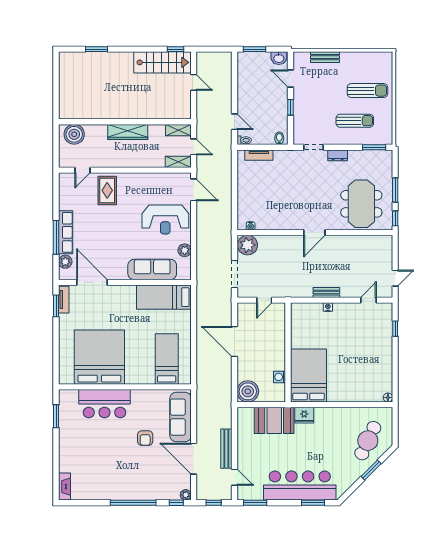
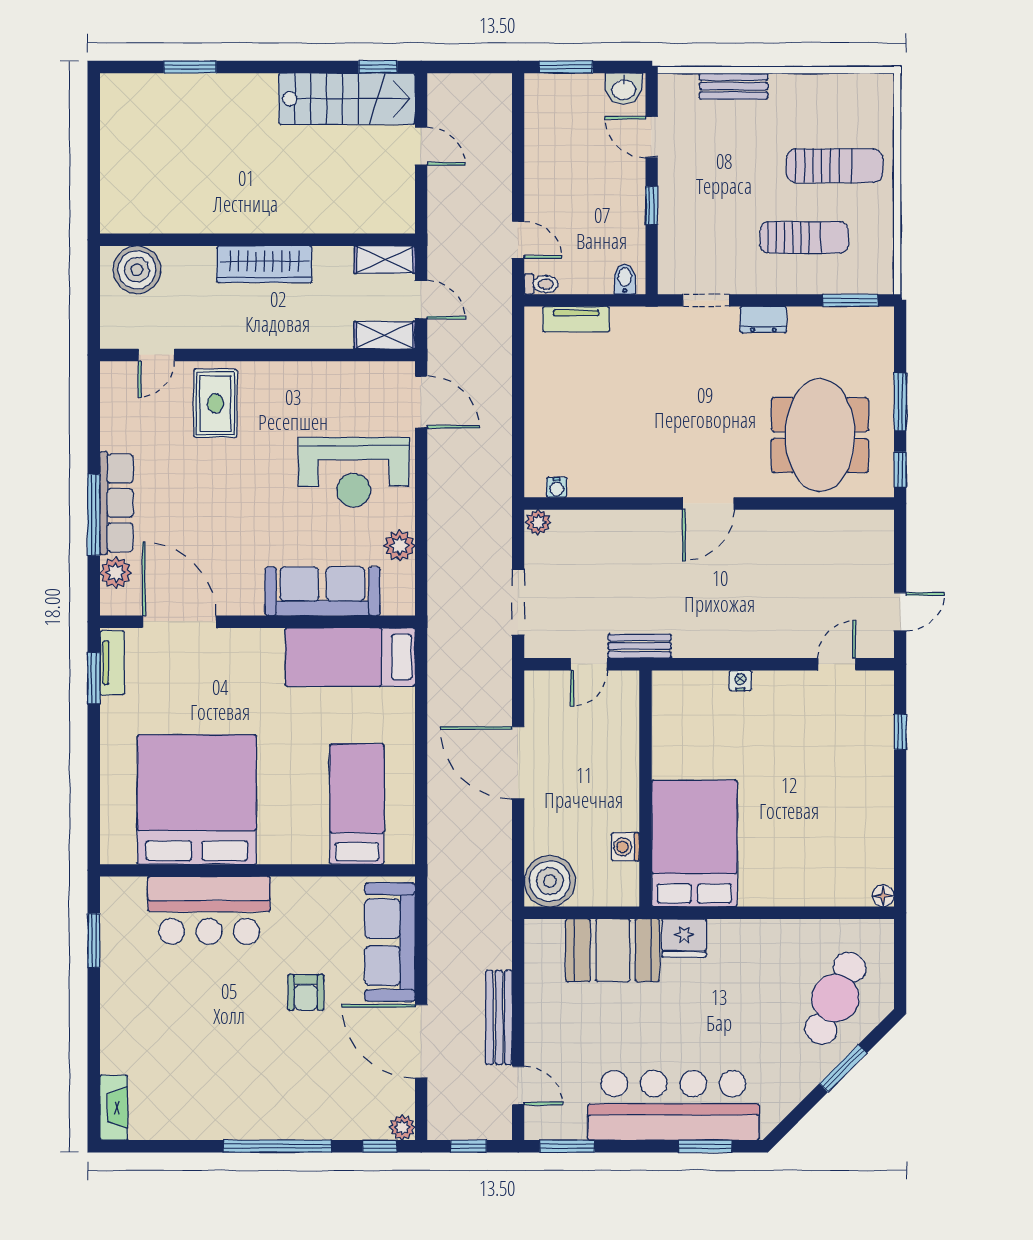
plant: (248, 245) -> (538, 522), width x0.53, depth x0.53
bench: (326, 293) -> (640, 646), moved

